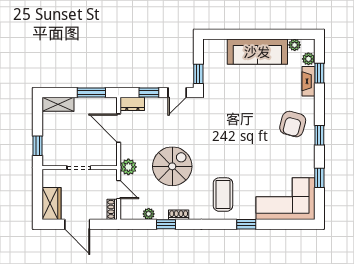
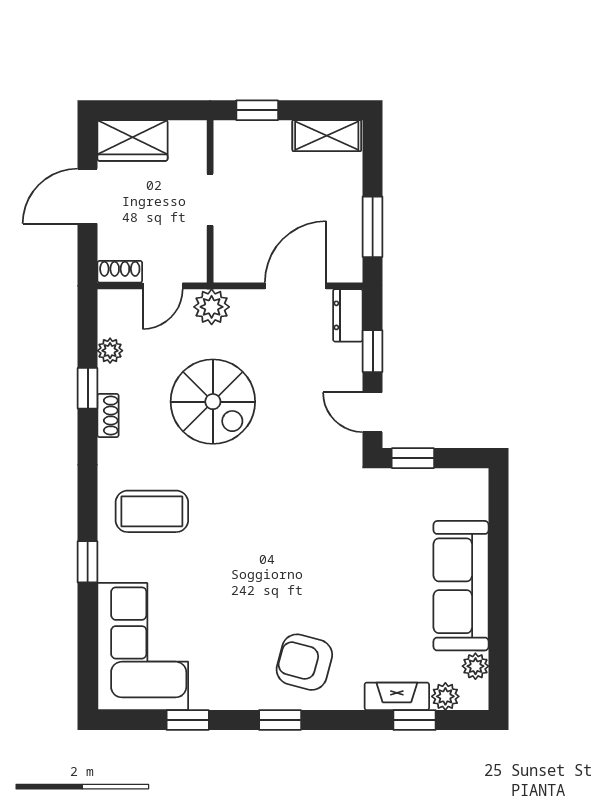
shelving: (58, 104) -> (327, 136), moved, turned 90

